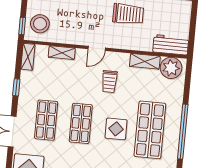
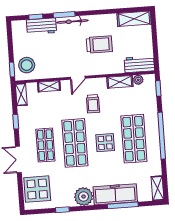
plant: (171, 68) -> (138, 80), width x0.53, depth x0.53
window: (188, 76) -> (158, 88), added
shop shelf: (81, 123) -> (75, 143), width x1.43, depth x1.36

